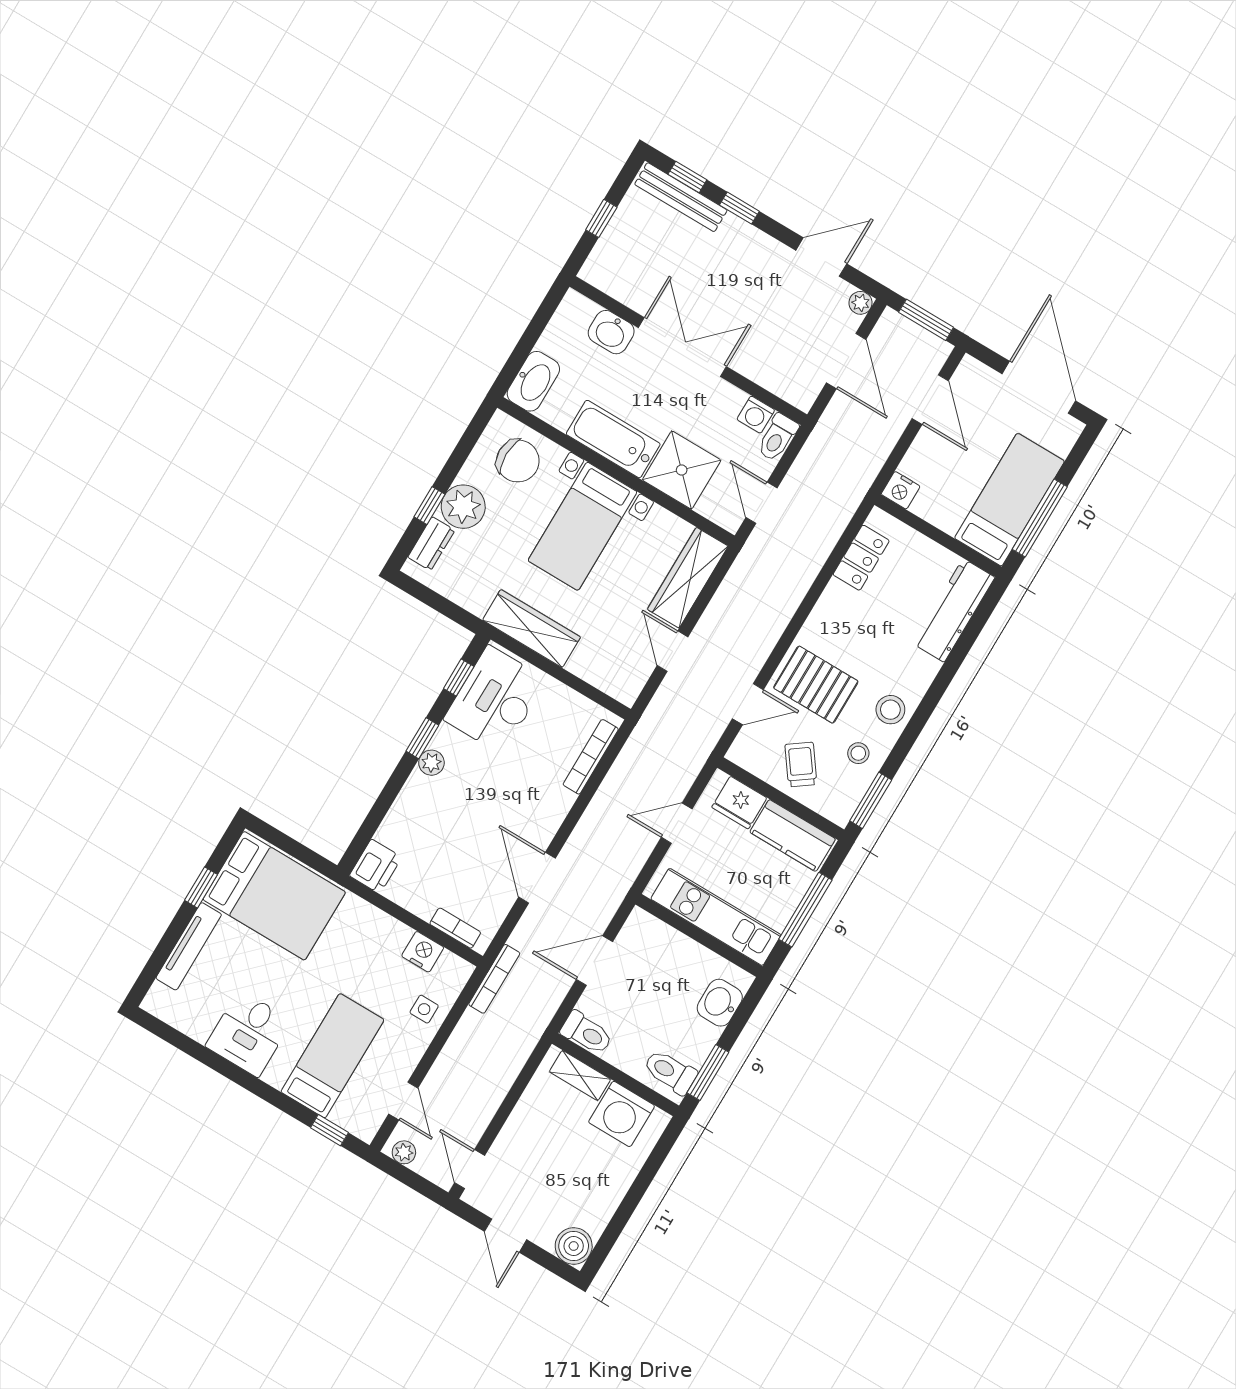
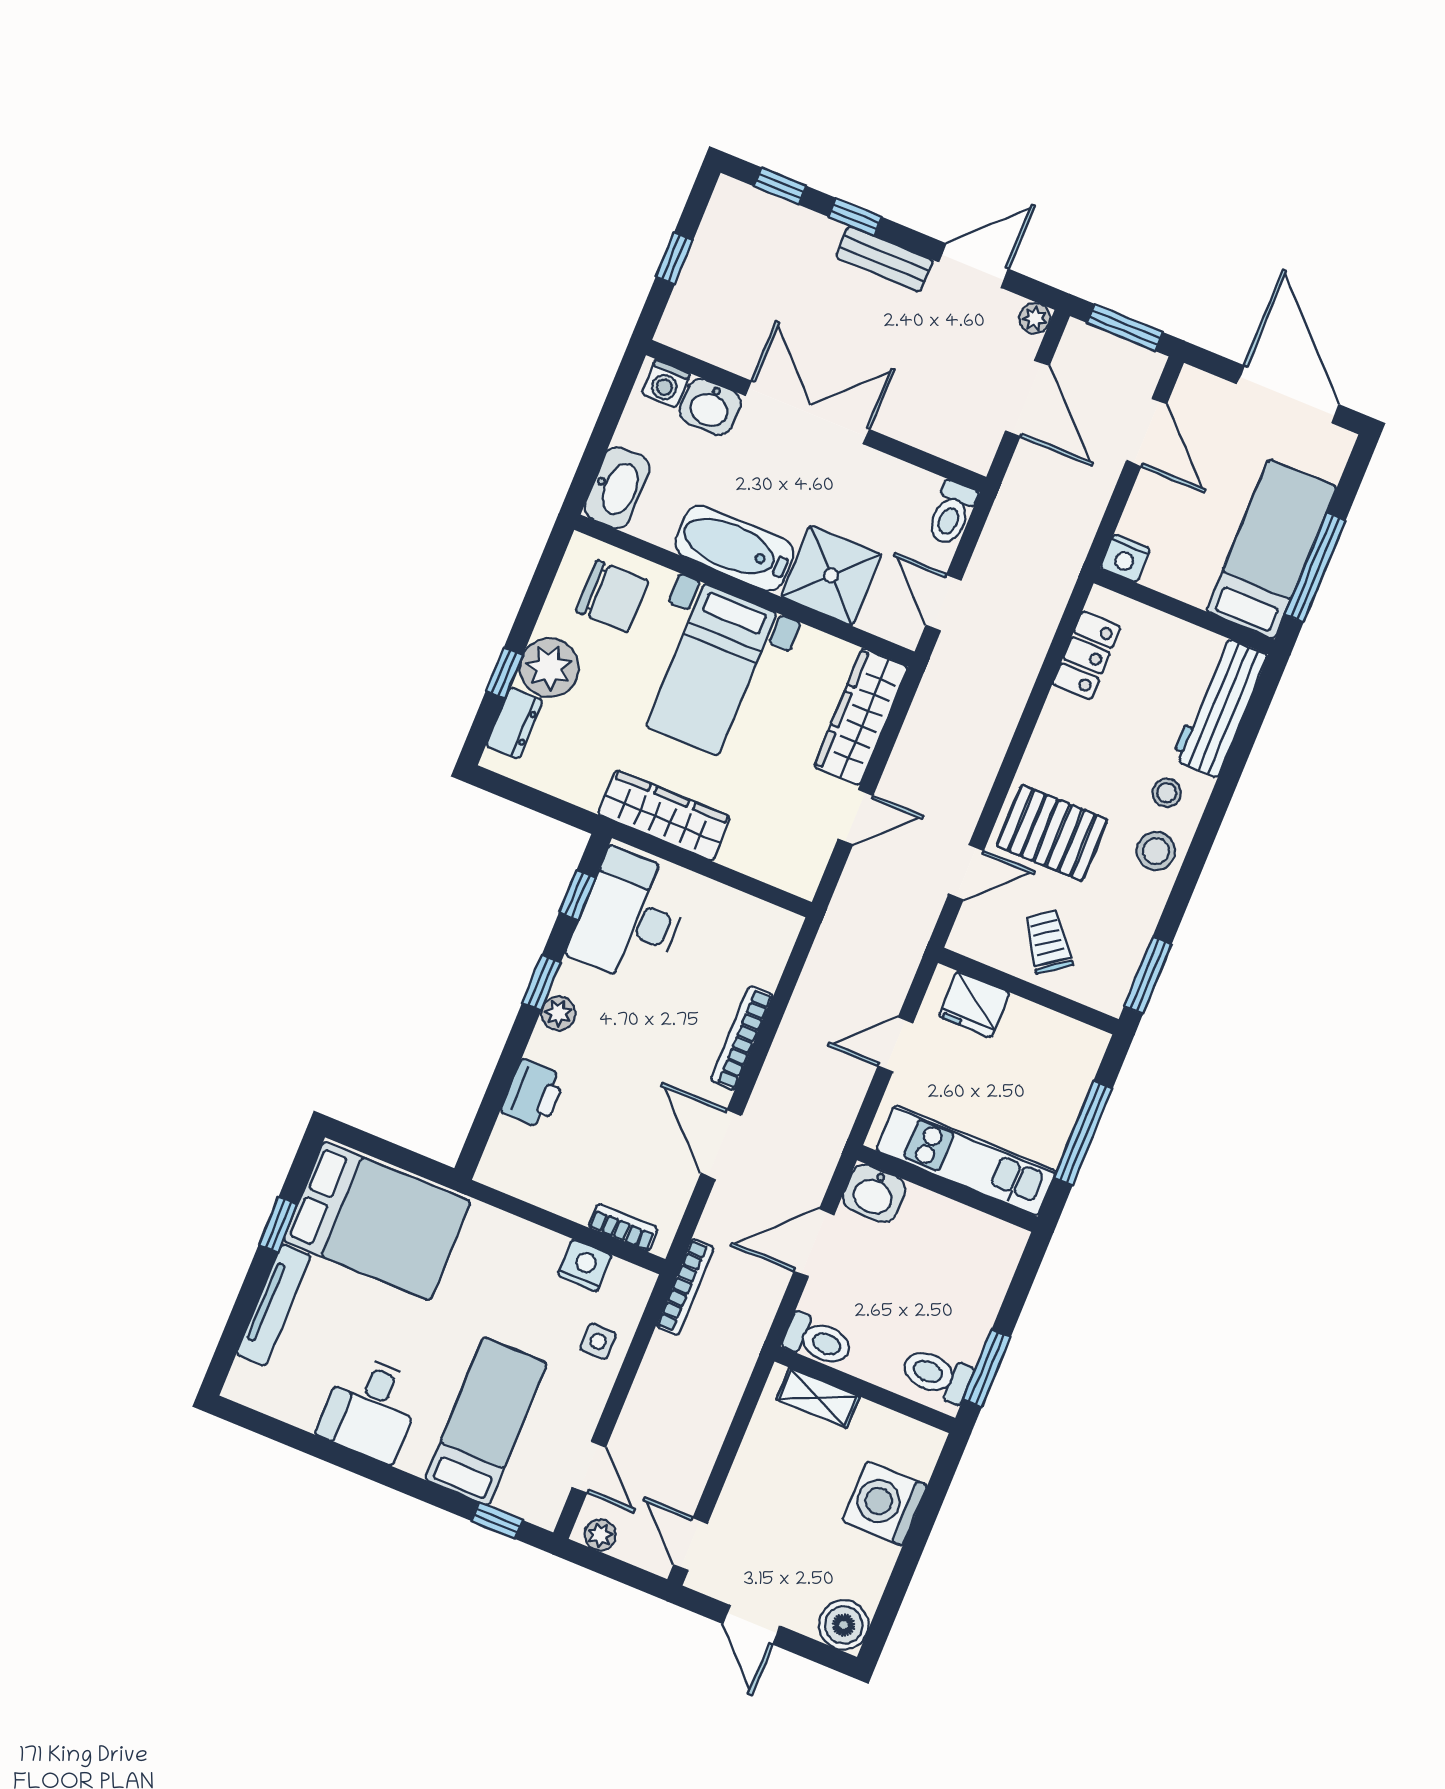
bench: (681, 197) -> (884, 259), moved, width x0.73
washing machine: (756, 415) -> (666, 384), moved
door: (673, 651) -> (856, 817), swing flipped
stool: (858, 753) -> (1167, 793), moved
bookcase: (591, 757) -> (742, 1038), moved
kitchen counter: (793, 836) -> (1051, 1037), removed
printer: (376, 866) -> (533, 1094), moved
washbasin: (720, 1003) -> (874, 1193), moved, turned -90
washing machine: (622, 1114) -> (885, 1503), moved, turned 90

